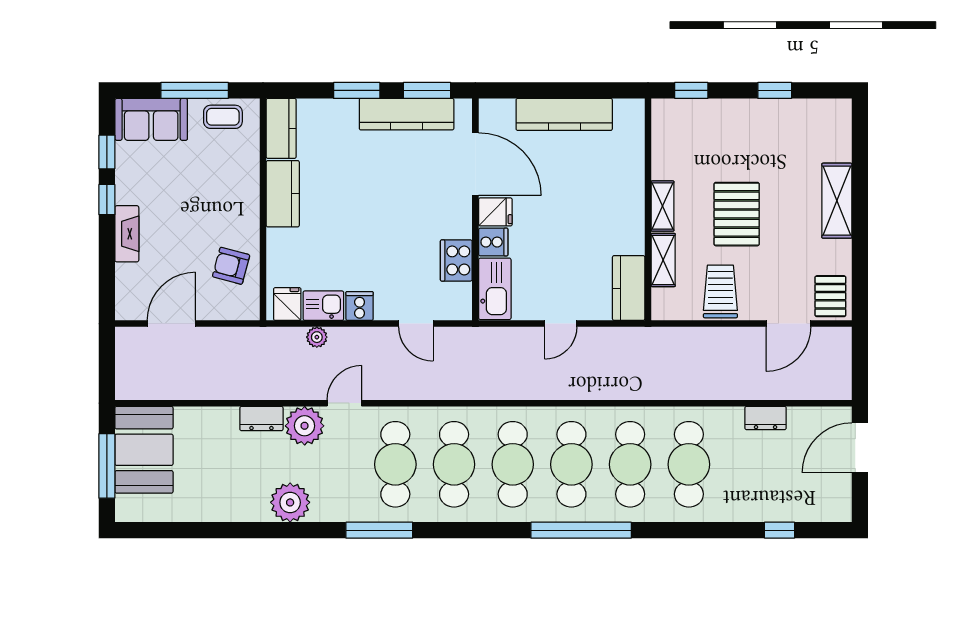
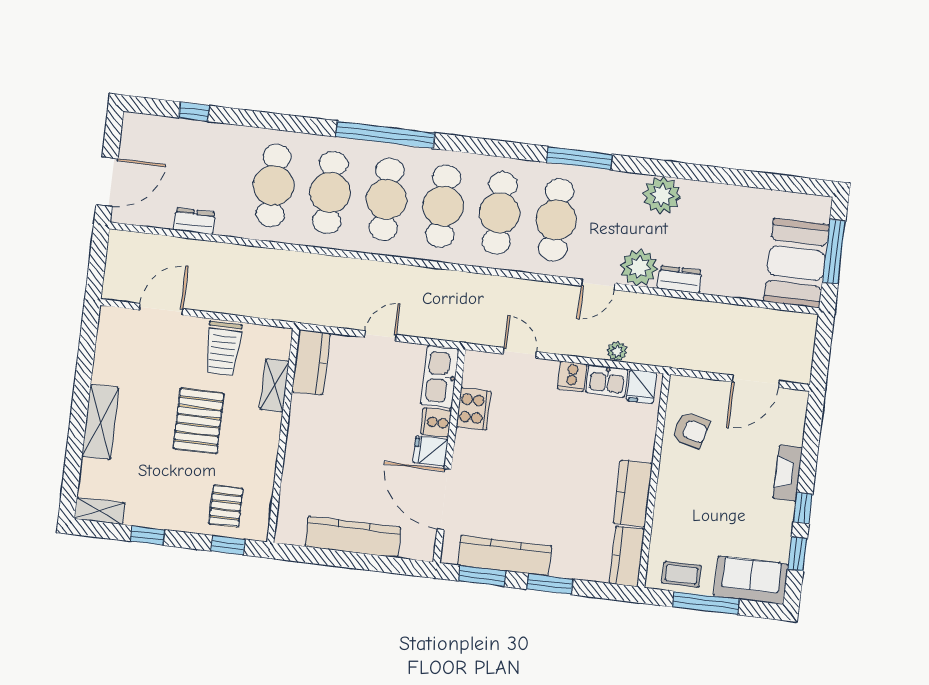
shelving: (662, 206) -> (99, 511), moved, turned 90
pallet: (830, 296) -> (226, 506), moved

